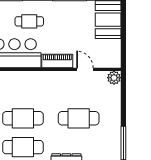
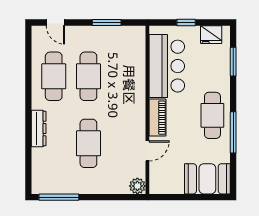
cafe table: (29, 21) -> (212, 115), moved, width x1.37, depth x1.35

